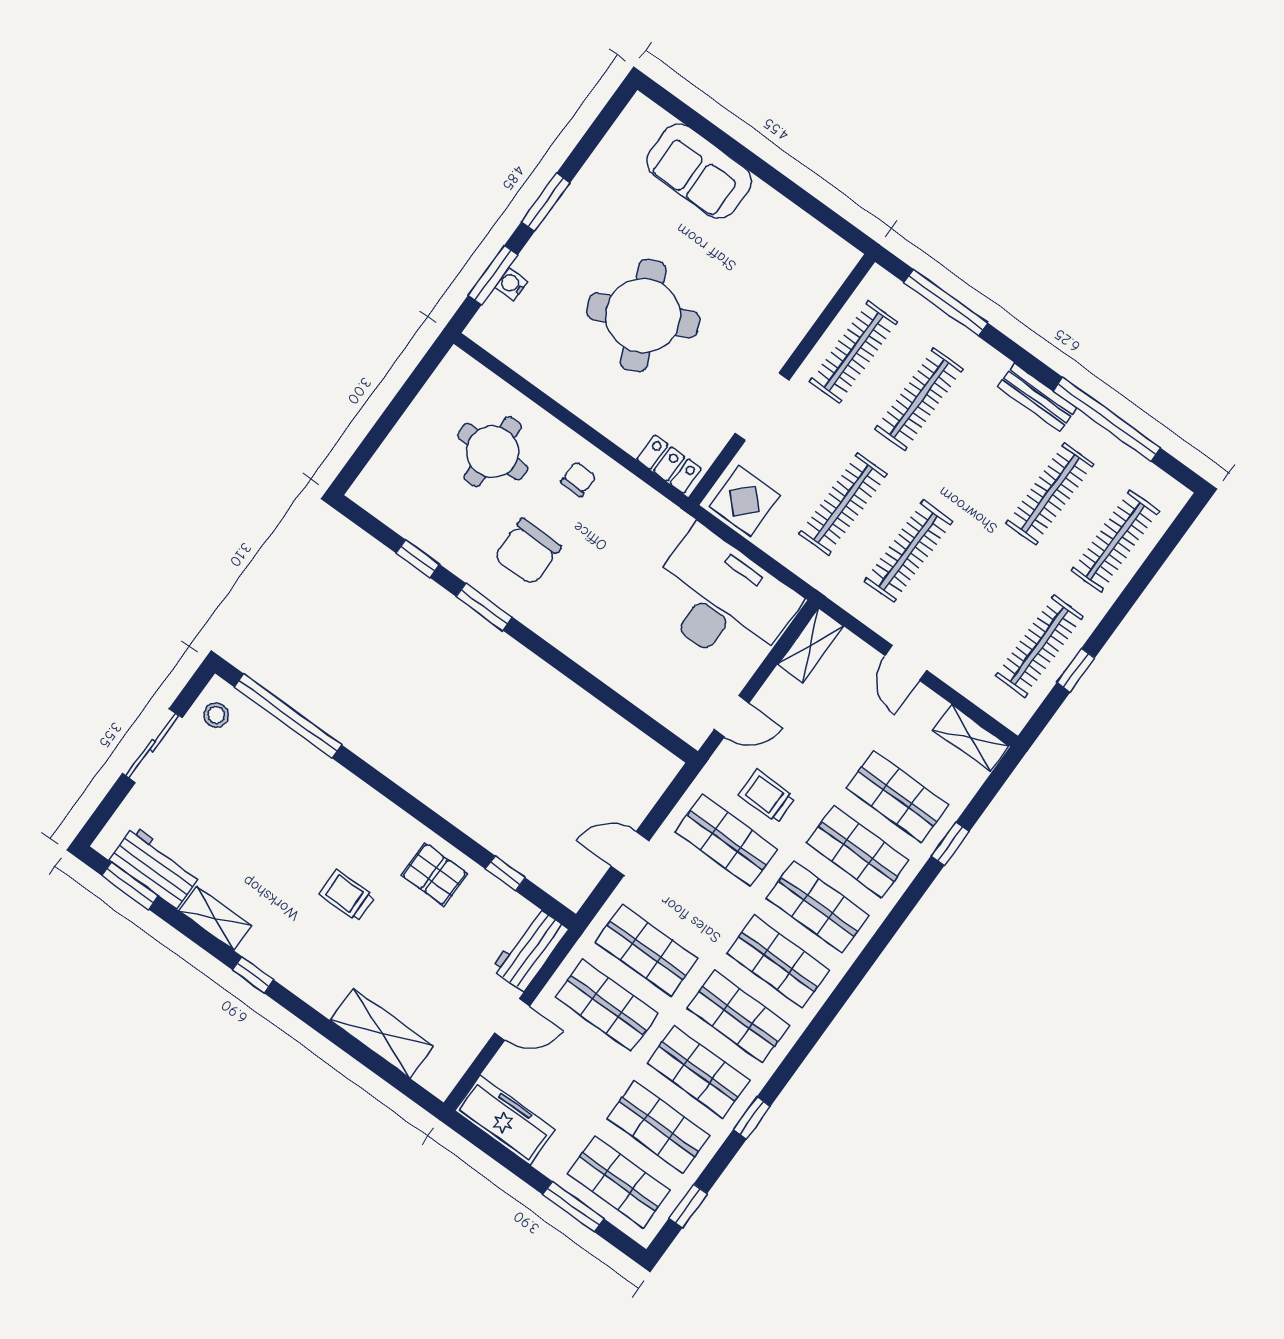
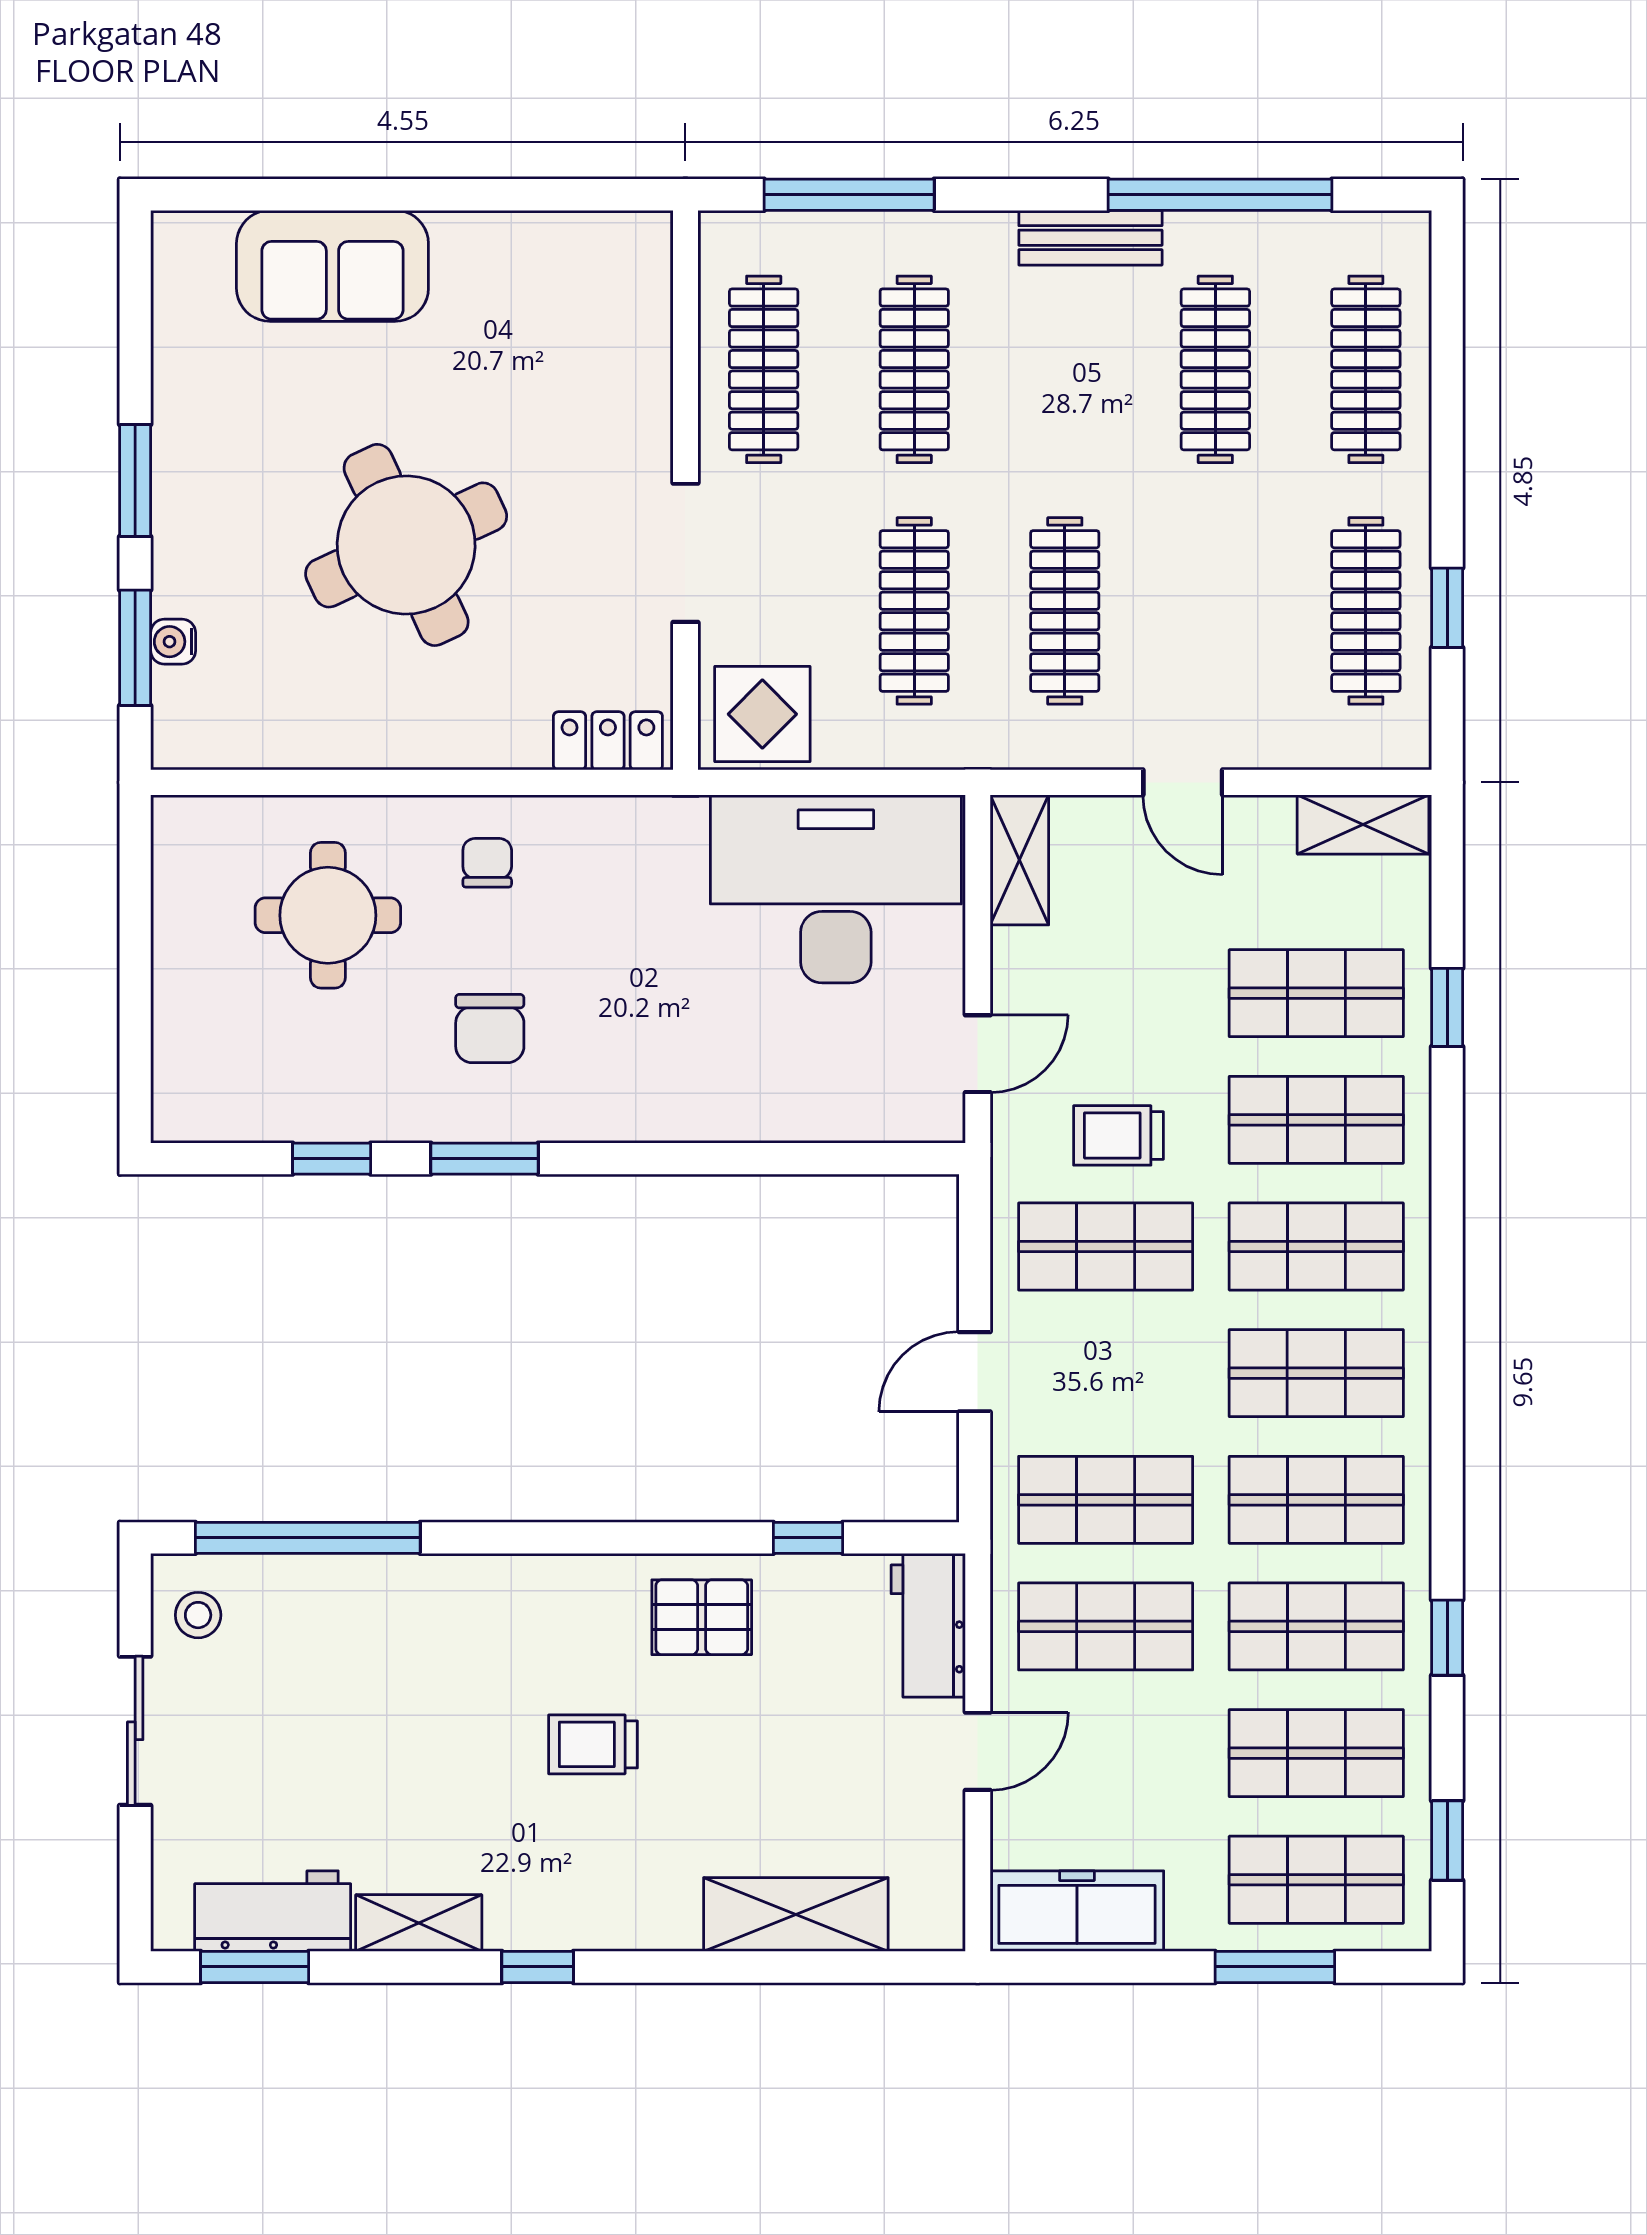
chair: (527, 552) -> (490, 1029), width x0.73, depth x0.73

